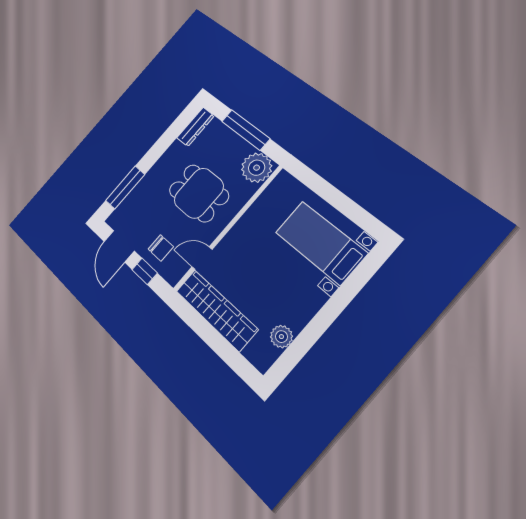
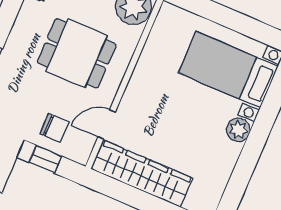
plant: (281, 337) -> (238, 130), moved

